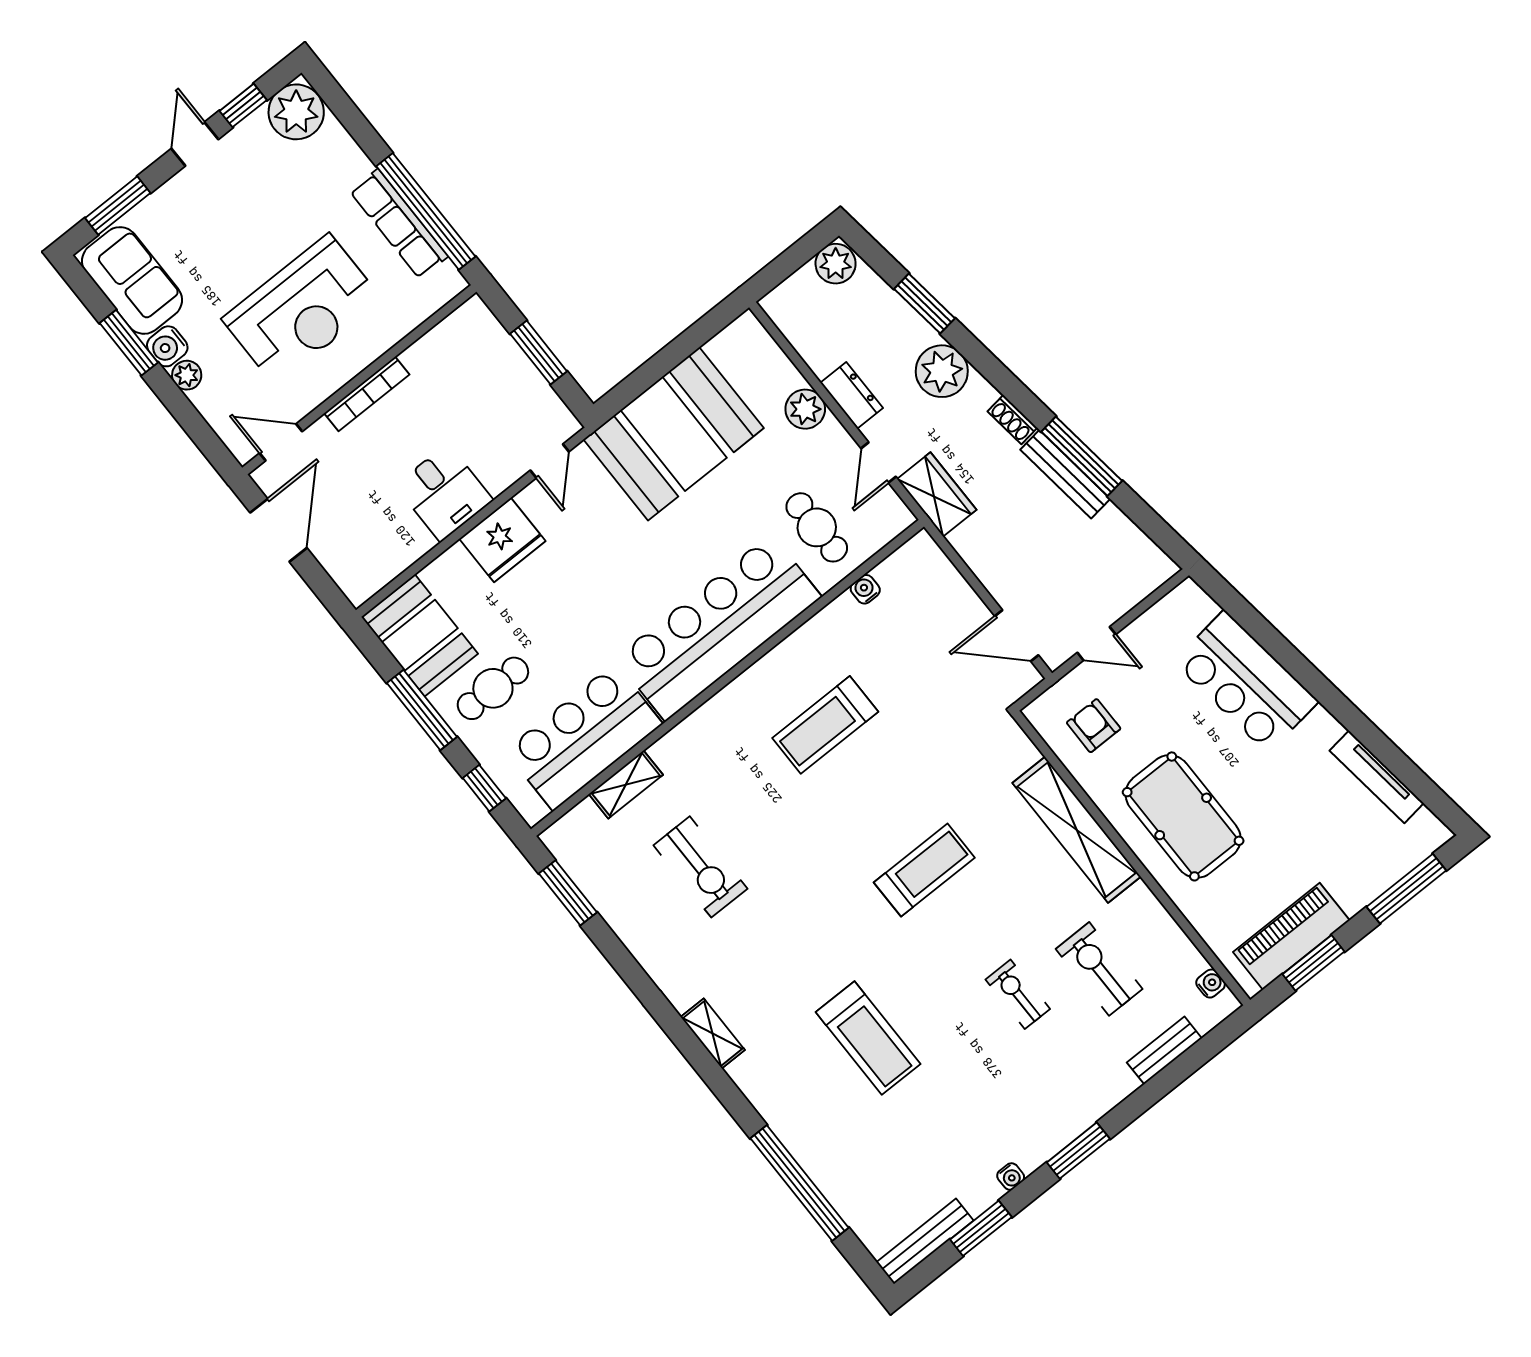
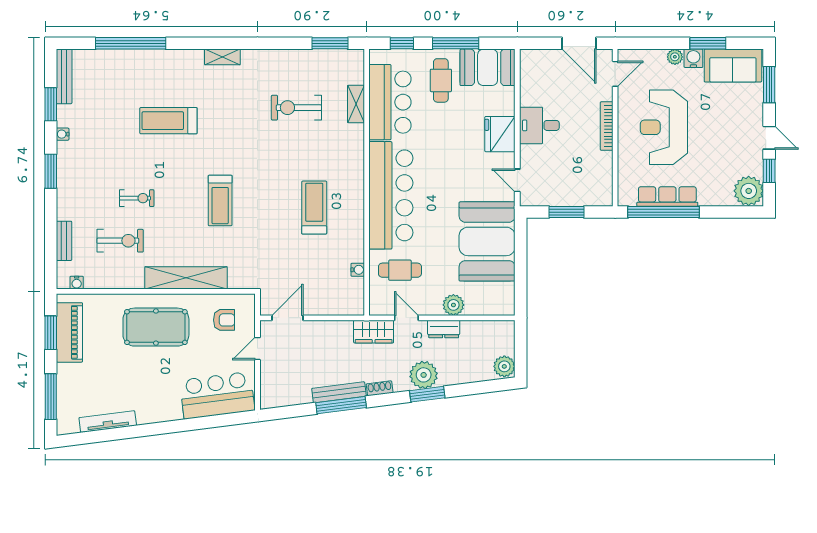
window: (924, 304) -> (427, 394), moved
bar counter: (1246, 682) -> (217, 395), moved

